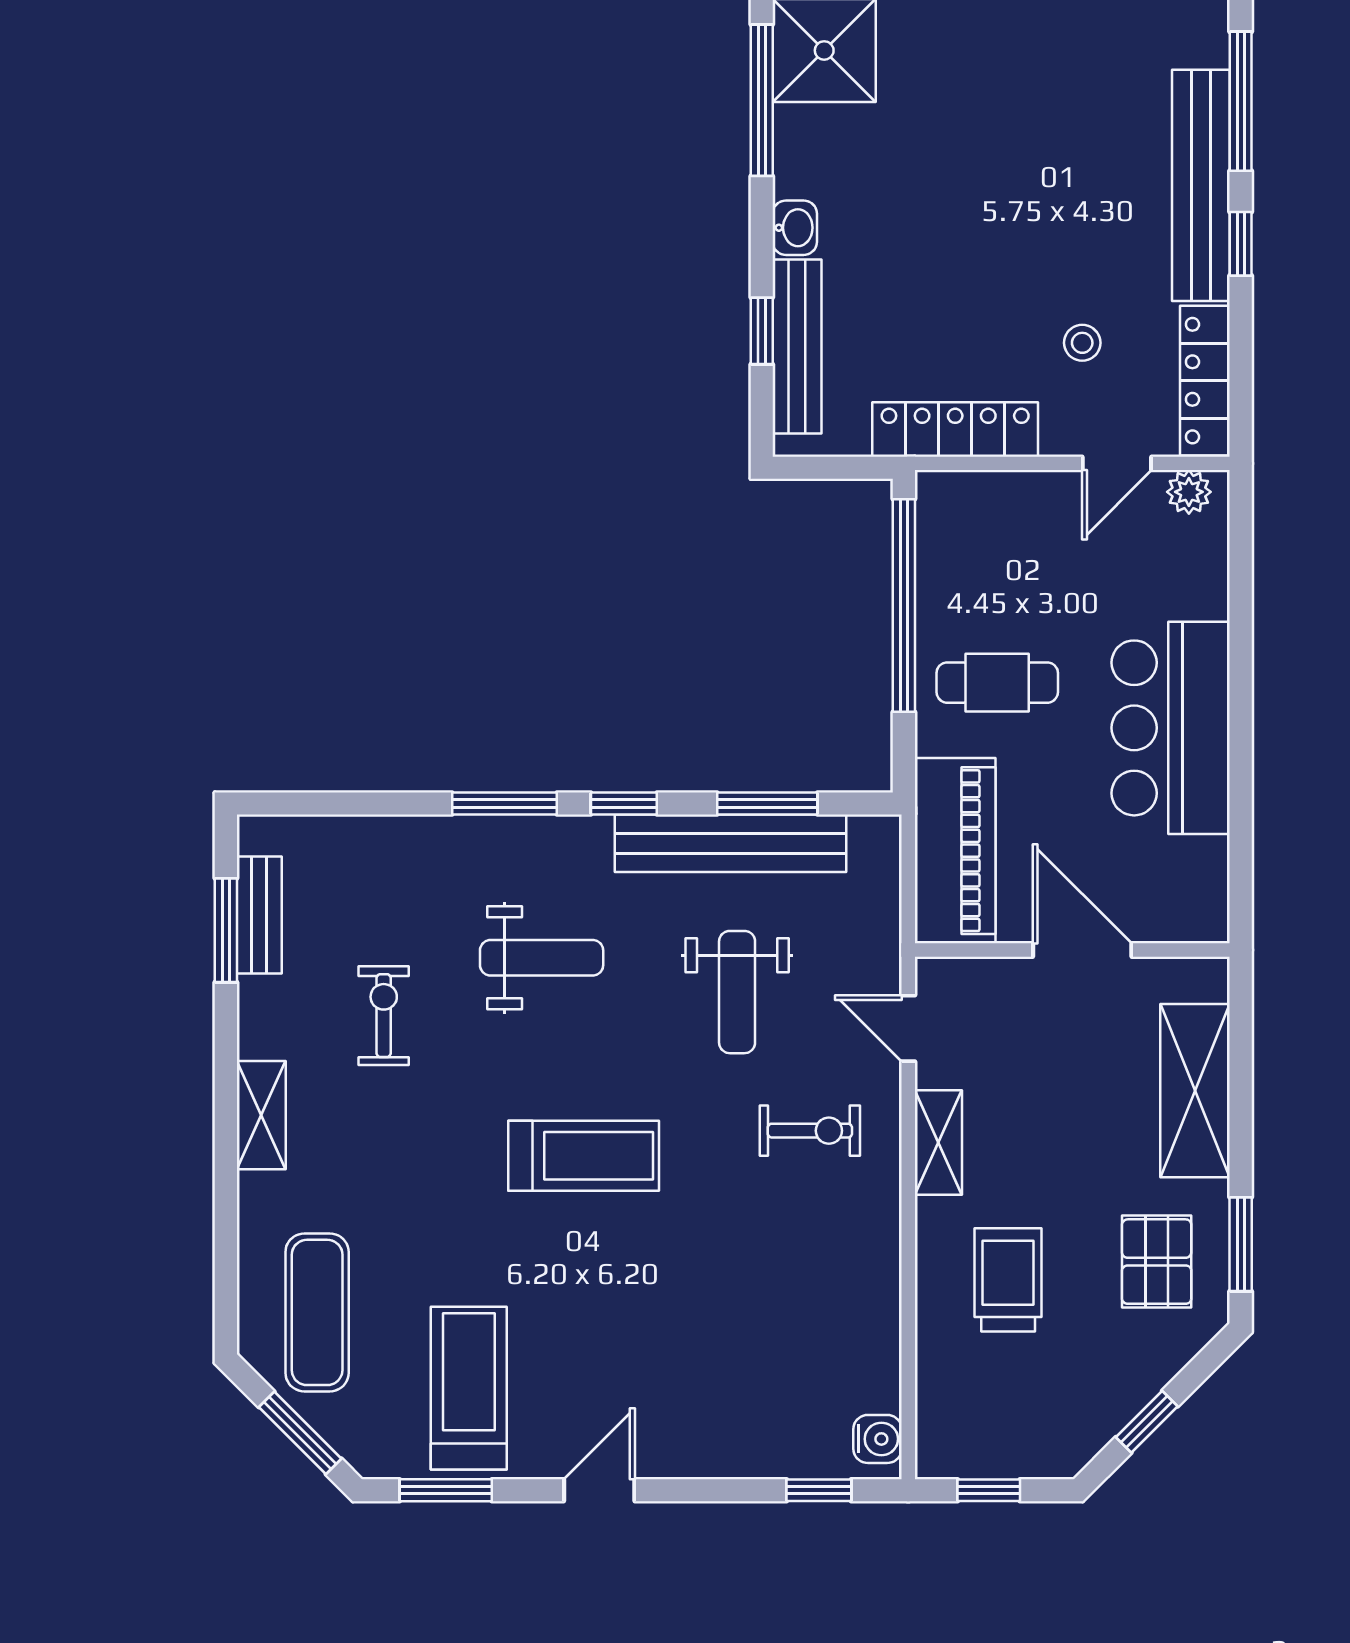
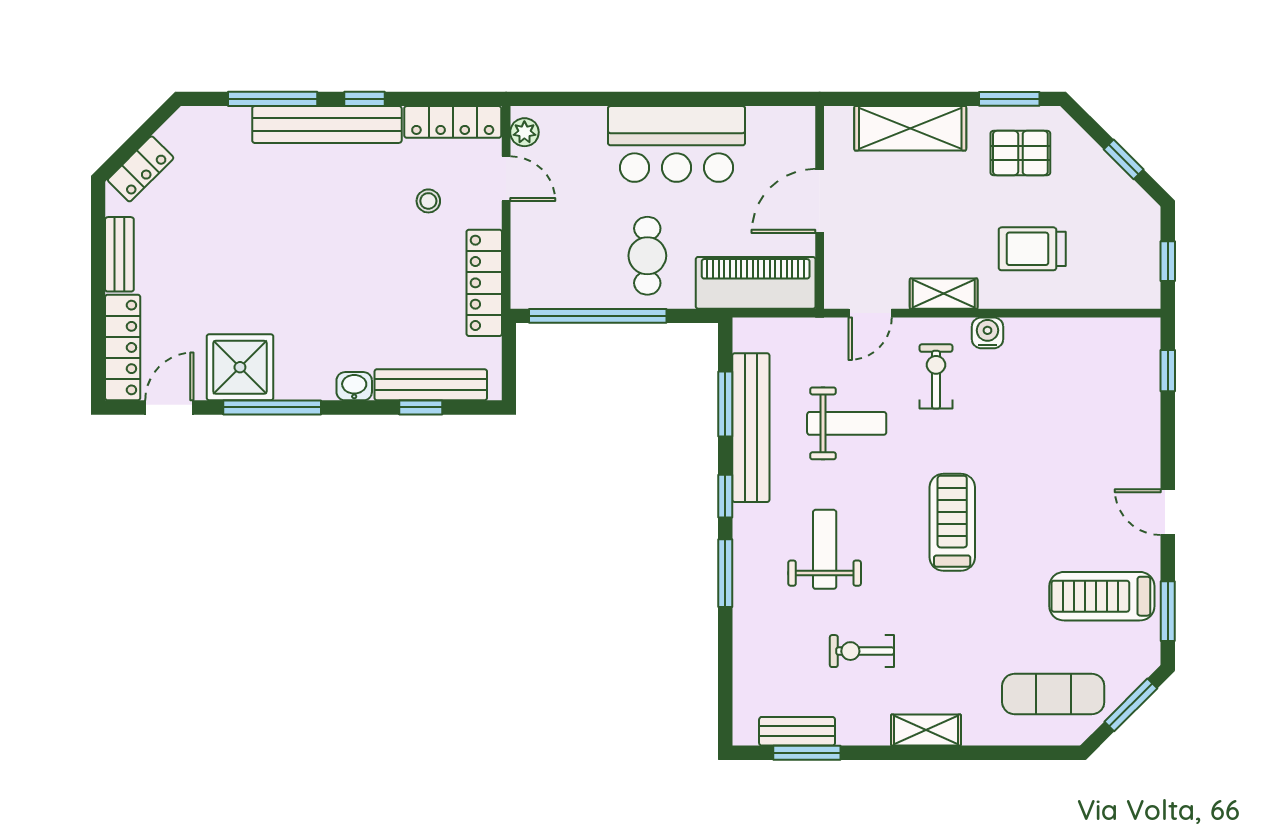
water cooler: (878, 1439) -> (987, 333), moved

